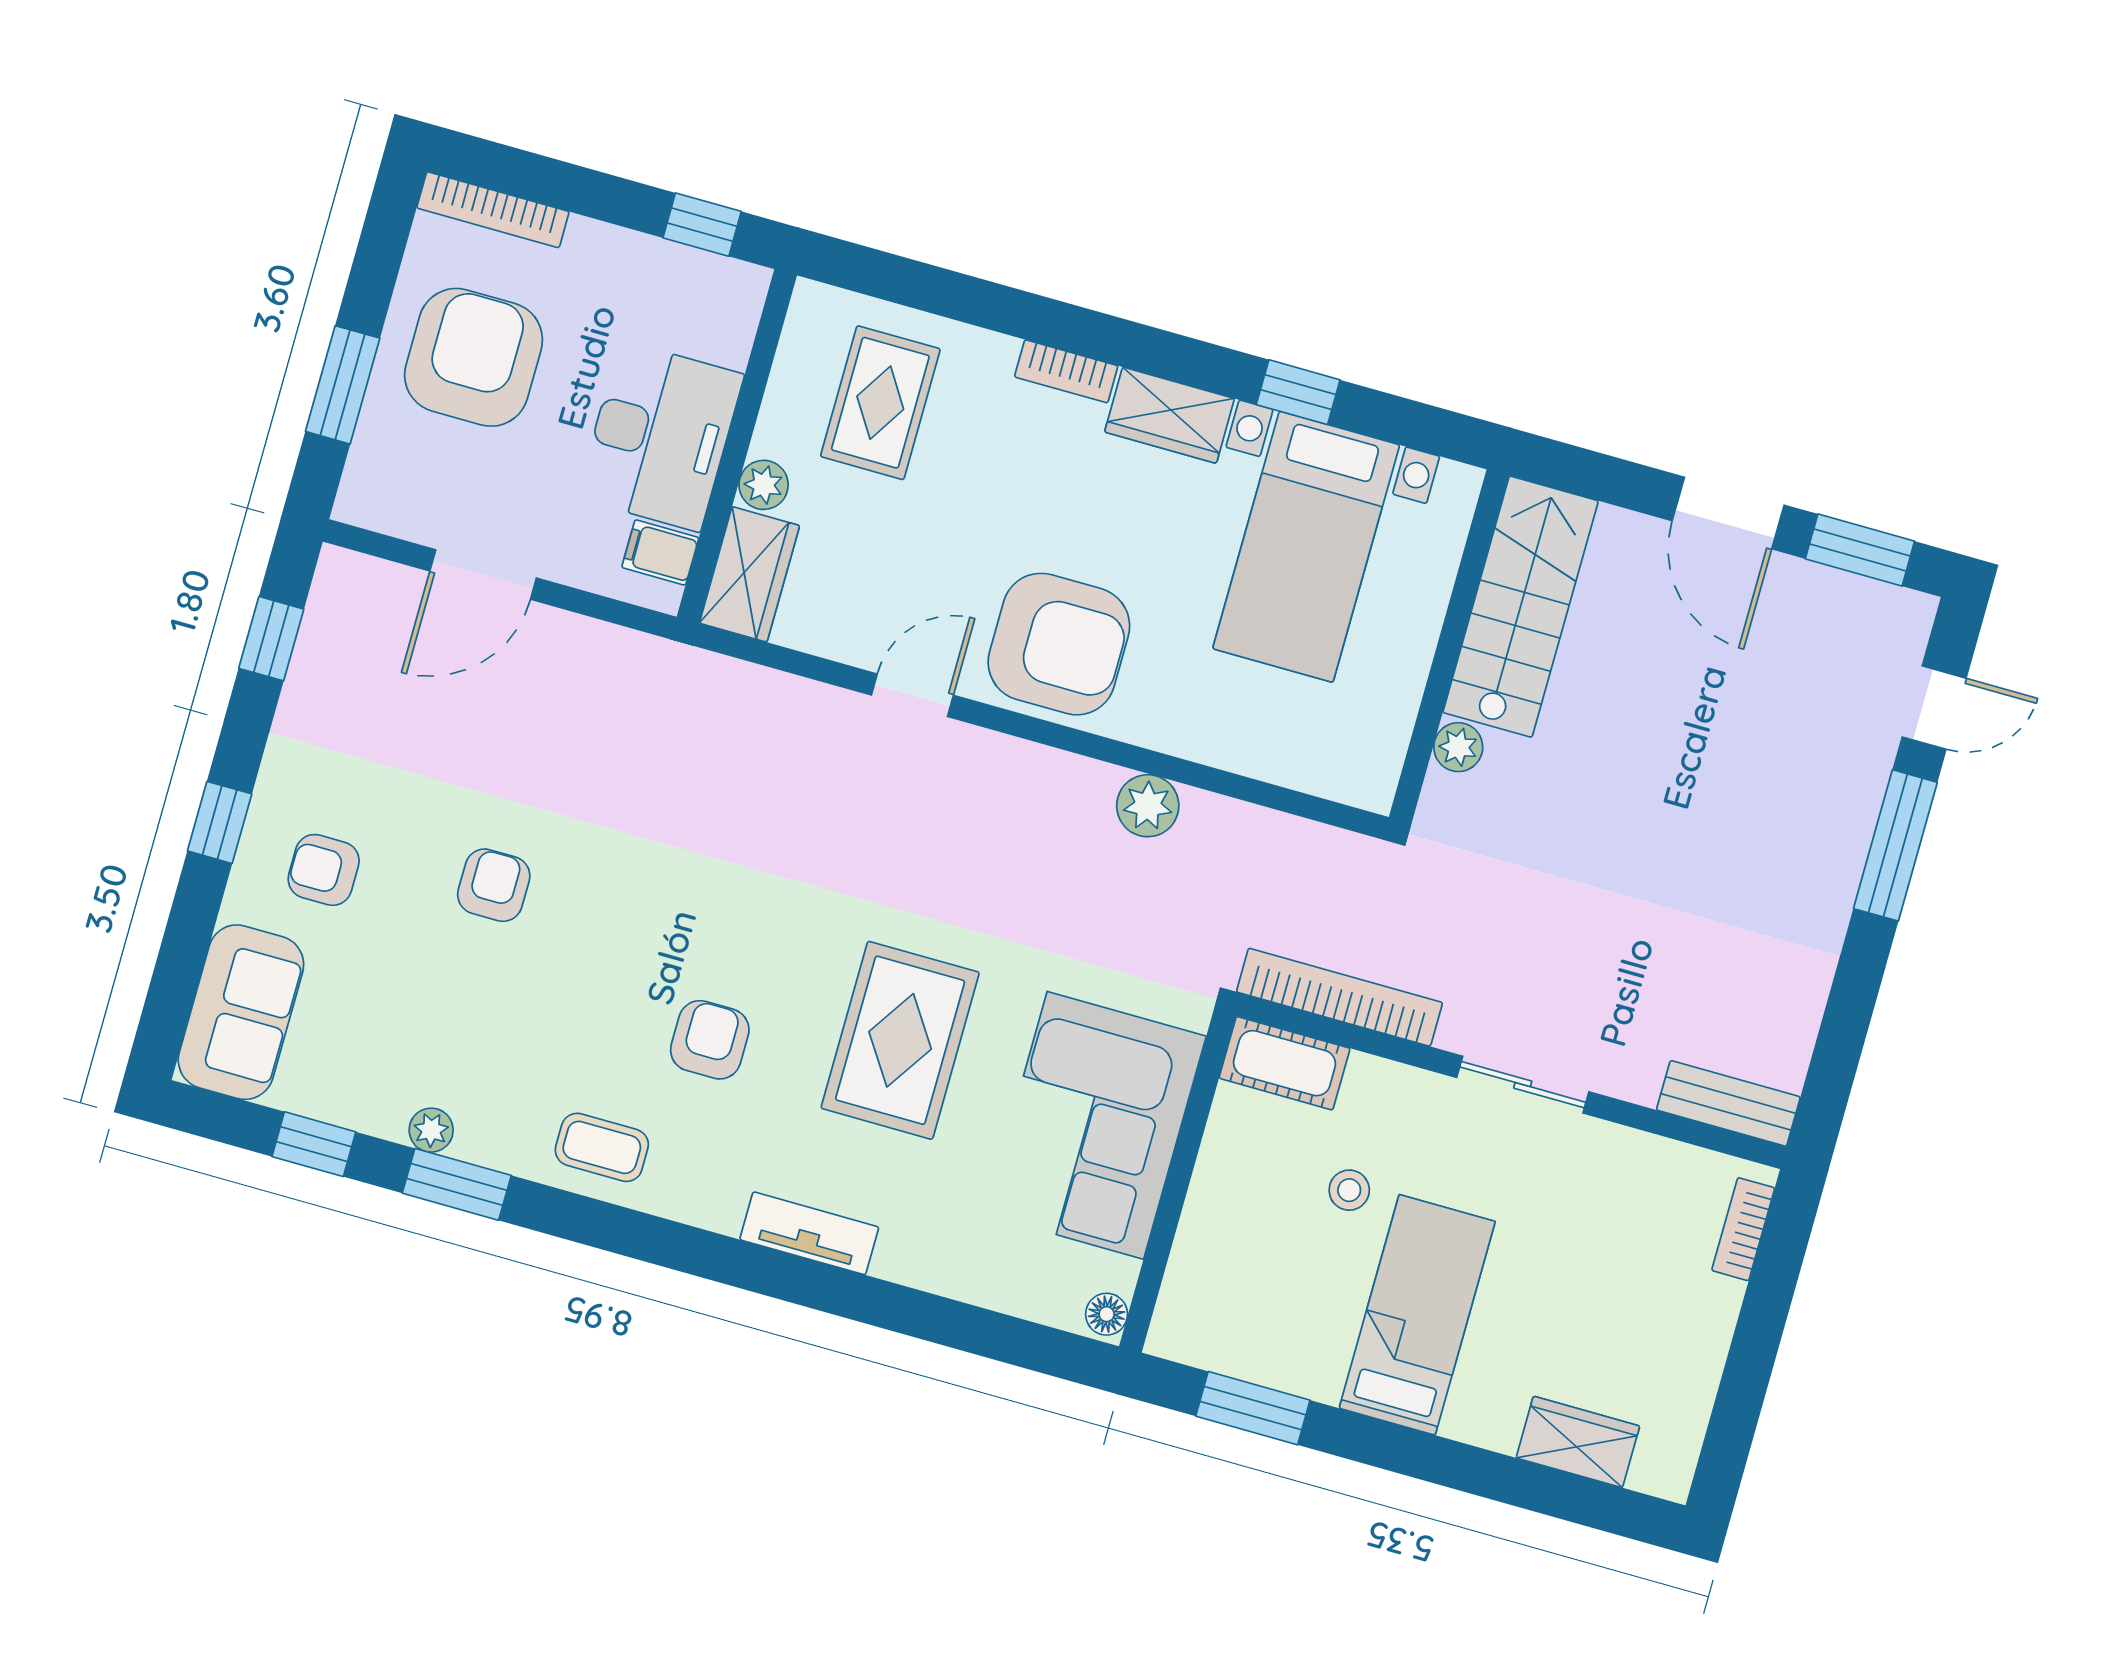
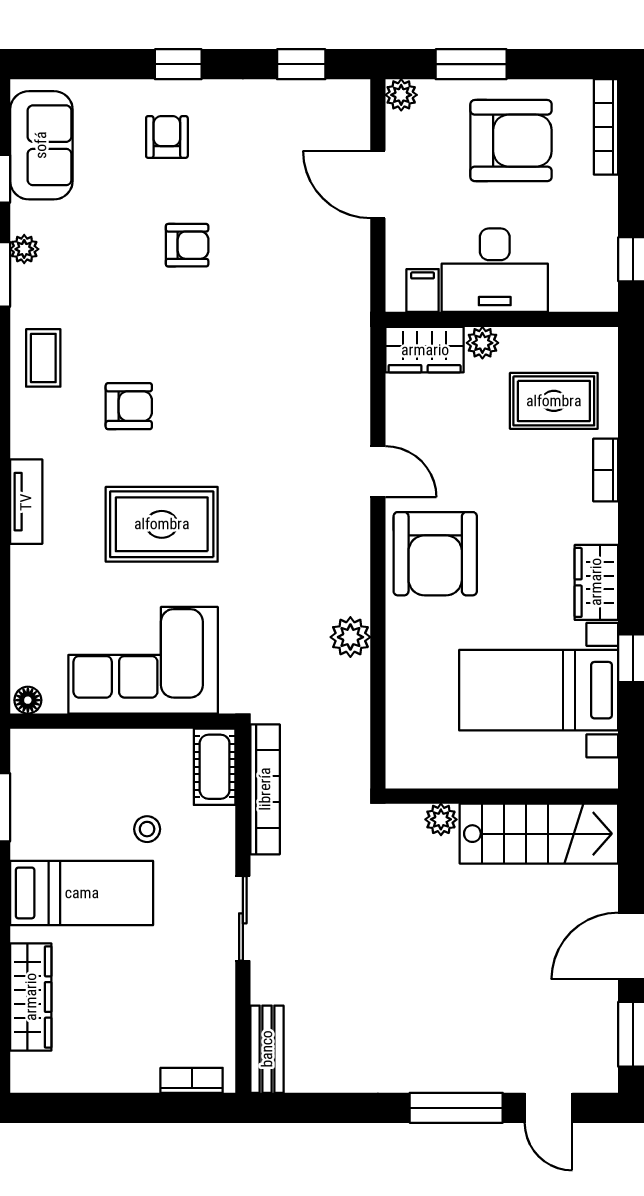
bookcase: (1066, 371) -> (606, 470), moved
plant: (359, 502) -> (401, 95), added
sofa: (241, 1012) -> (41, 145), moved, turned -90
wardrobe: (1578, 1442) -> (31, 997), width x1.50

